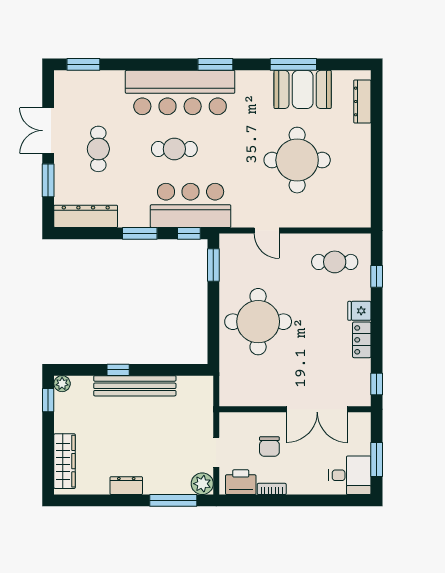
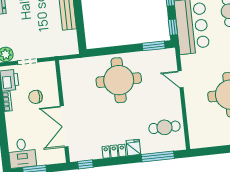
door: (267, 231) -> (181, 79), hinge flipped
cafe table: (335, 262) -> (164, 127), turned 90
window: (377, 276) -> (158, 157), width x2.17

